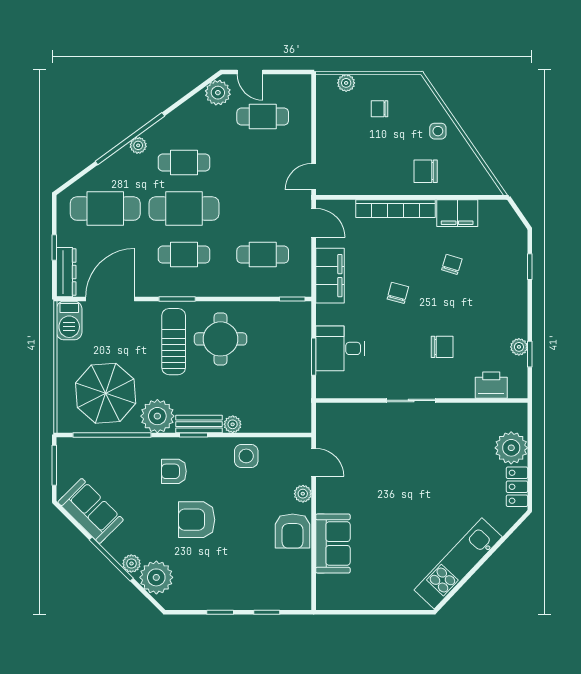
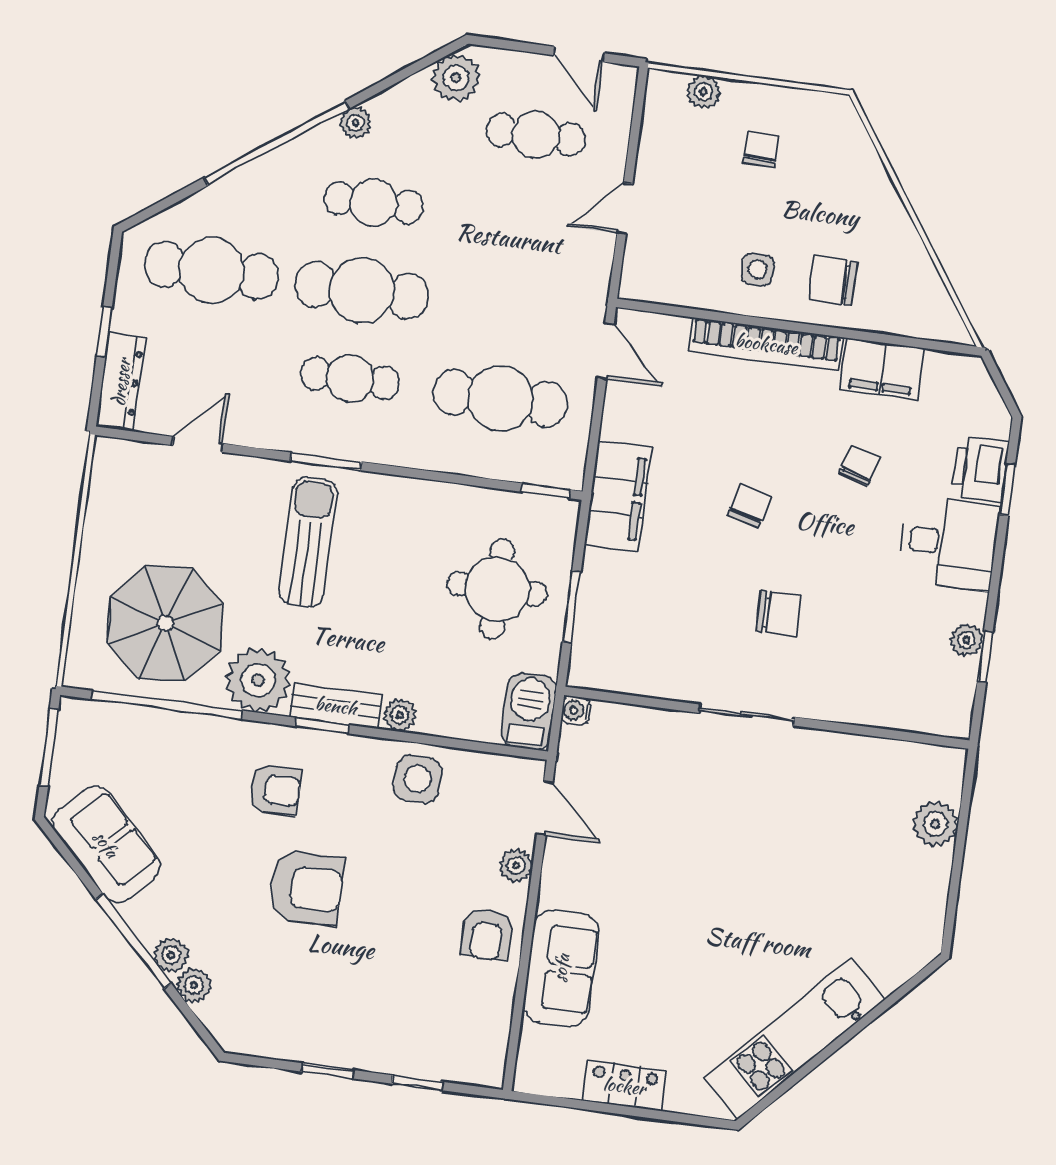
door: (250, 72) -> (579, 54), moved
chair: (380, 109) -> (761, 150), turned 90
side table: (438, 131) -> (758, 270), moved
plant: (138, 145) -> (356, 123), moved
door: (314, 177) -> (625, 209), moved
cafe table: (263, 255) -> (500, 398), width x1.37, depth x1.35
filing cabinet: (330, 276) -> (618, 496), moved
door: (110, 299) -> (198, 444), width x0.53
barbecue: (69, 320) -> (529, 711), moved, turned 180
round table: (220, 339) -> (497, 589), moved
chair: (442, 347) -> (779, 613), moved
desk: (340, 348) -> (949, 543), moved, turned 180
printer: (491, 385) -> (980, 469), moved, turned -90
water cooler: (323, 410) -> (576, 710), added
plant: (511, 448) -> (935, 824), width x0.73, depth x0.73
armchair: (174, 471) -> (275, 790), turned 180
locker: (517, 487) -> (624, 1086), moved, turned 90
armchair: (197, 520) -> (307, 888), turned 180
armchair: (293, 531) -> (487, 934), width x0.72, depth x0.72
plant: (156, 577) -> (194, 985), width x0.53, depth x0.53

